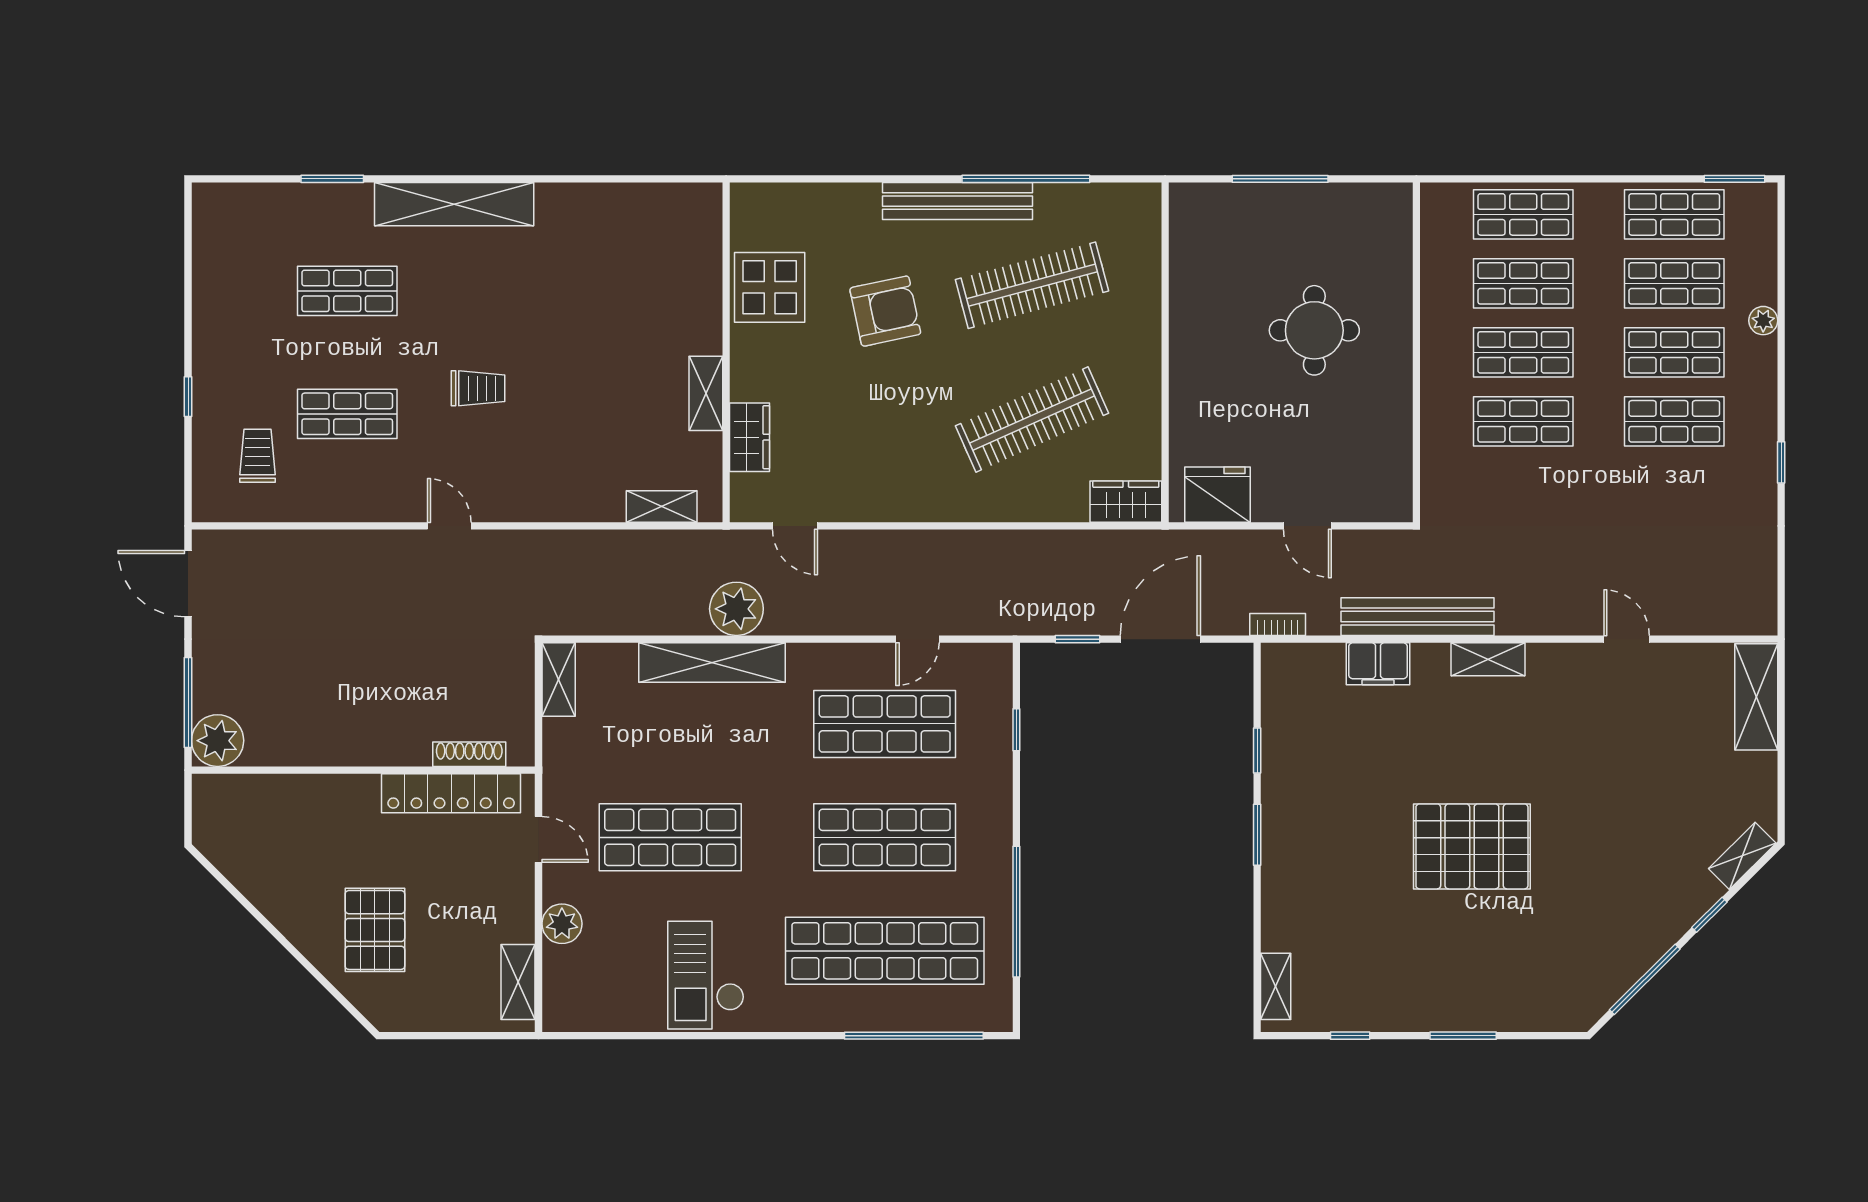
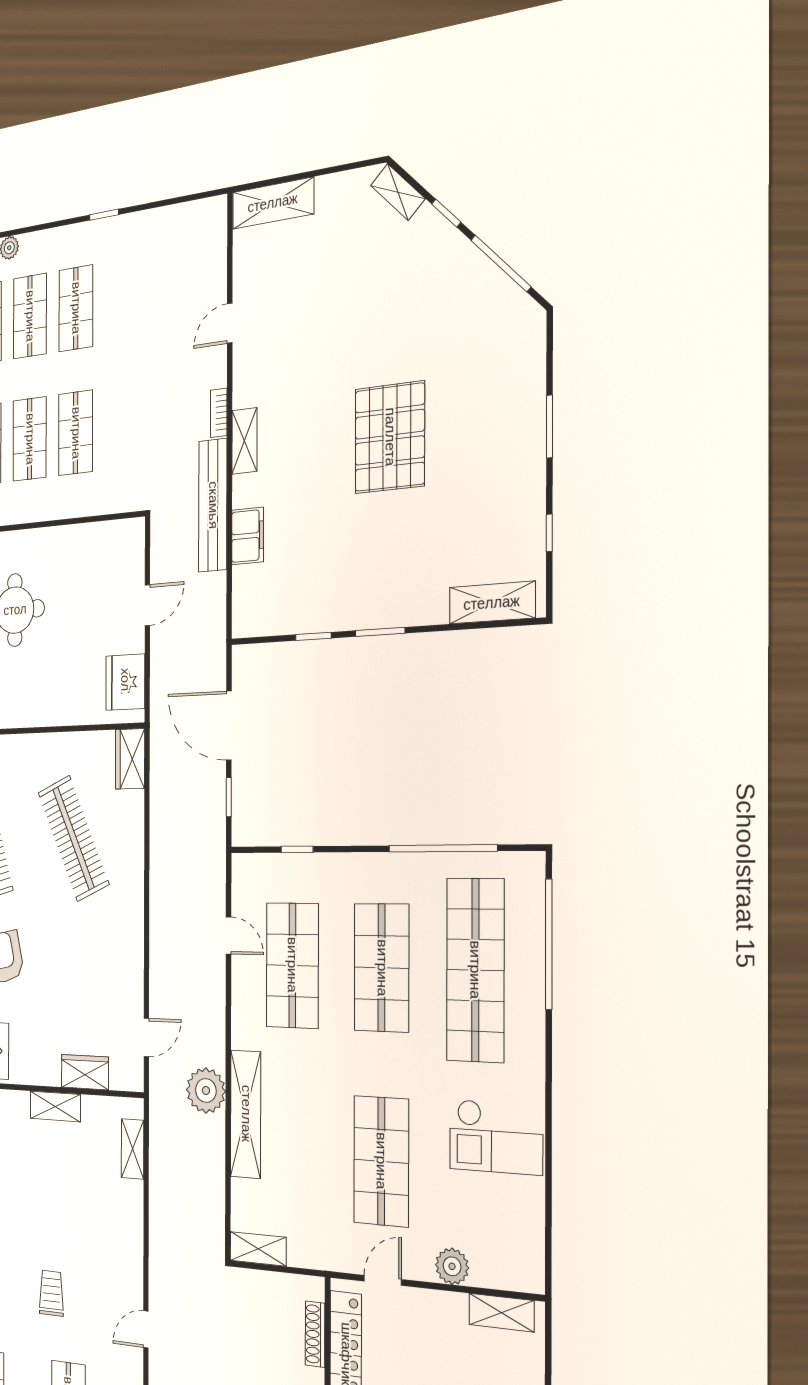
bookcase: (1278, 624) -> (219, 413), moved
shelving: (1276, 986) -> (492, 603), width x1.50, depth x1.33

